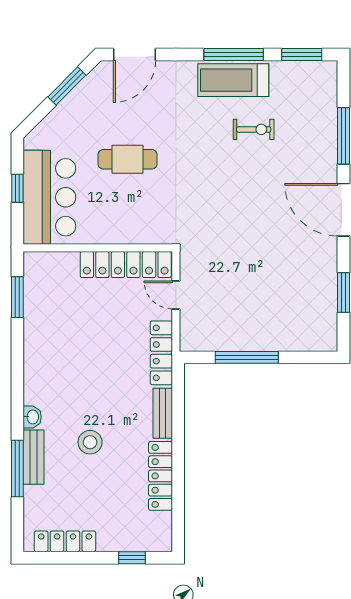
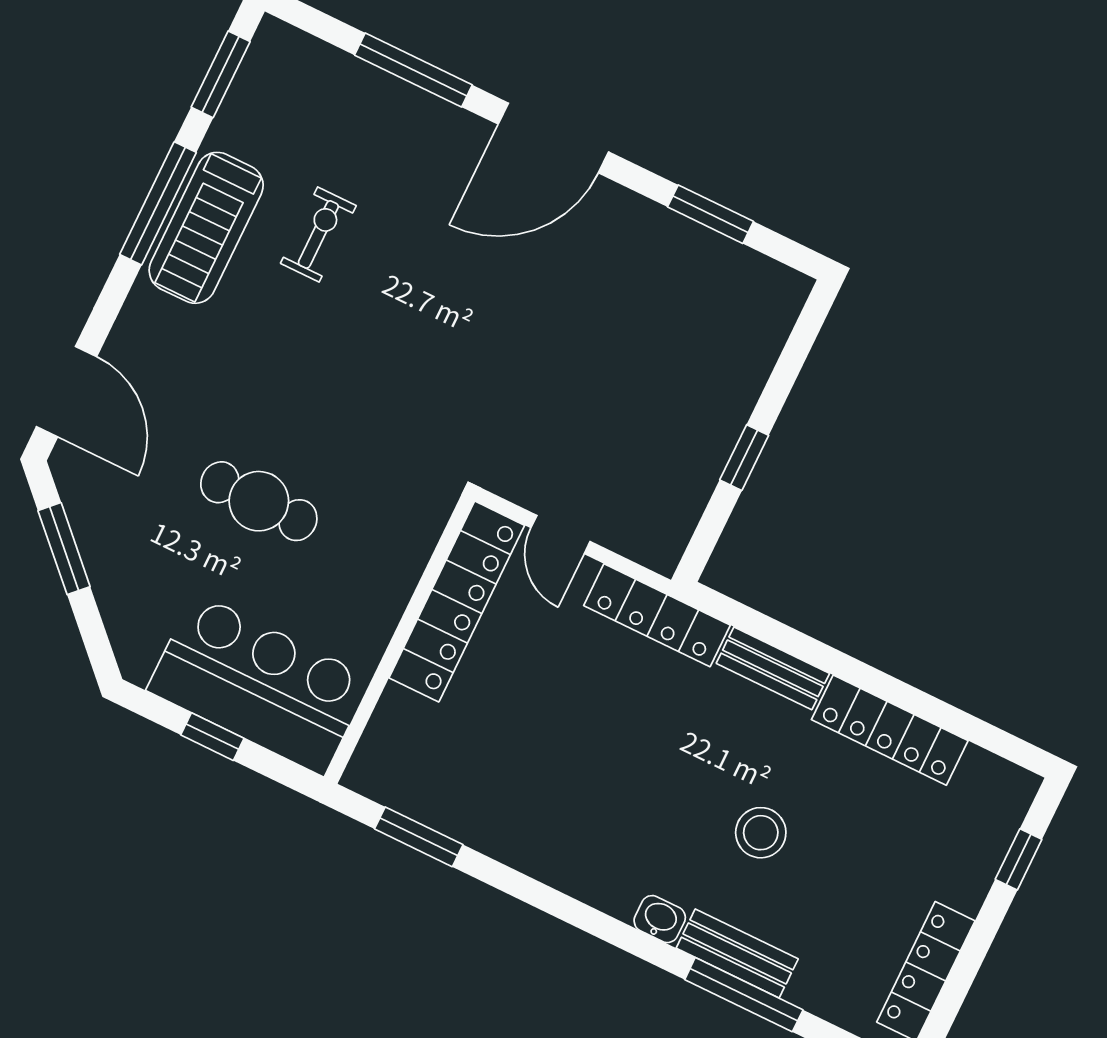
cafe table: (128, 159) -> (259, 501), turned 90
door: (176, 295) -> (561, 534), hinge flipped
window: (247, 357) -> (744, 458), width x0.46

